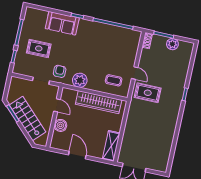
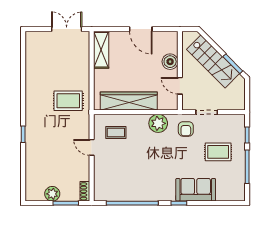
rug: (148, 93) -> (68, 101), moved

